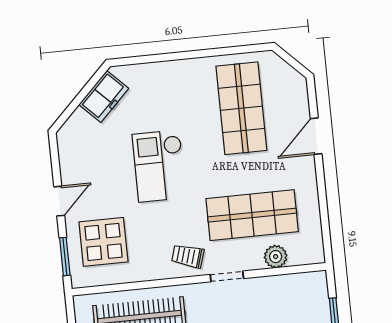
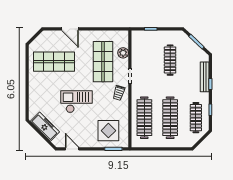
freezer: (104, 97) -> (45, 127), width x1.40
checkout: (159, 166) -> (76, 102), turned 180
door: (59, 201) -> (72, 149), moved

